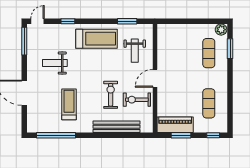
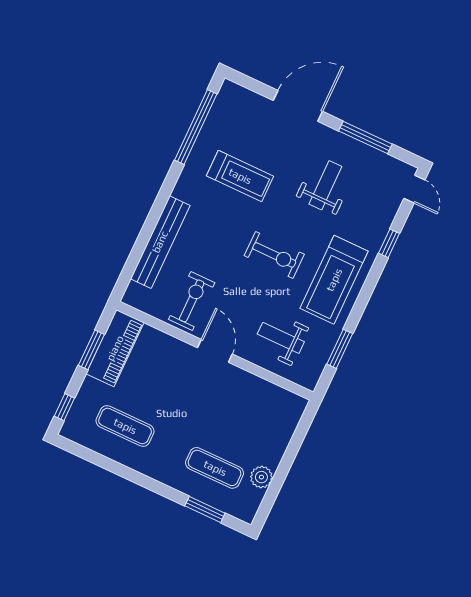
plant: (221, 30) -> (261, 477), moved
window: (24, 41) -> (365, 138), moved
exercise bike: (111, 95) -> (274, 255), moved

